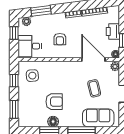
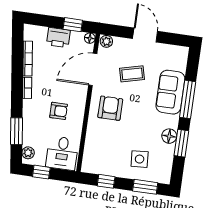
side table: (32, 76) -> (140, 159), moved
armchair: (54, 102) -> (110, 108), moved
sofa: (98, 118) -> (170, 92), moved

